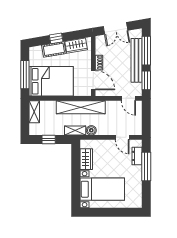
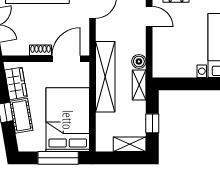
shelving: (34, 112) -> (130, 144), moved
door: (122, 137) -> (149, 17), hinge flipped
wardrobe: (86, 159) -> (181, 69), removed

